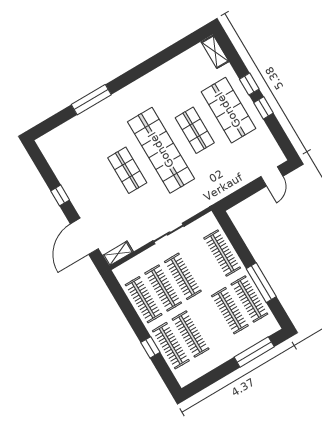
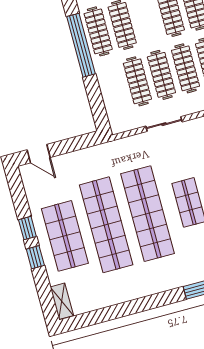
shop shelf: (195, 130) -> (106, 225), width x2.00, depth x1.36
door: (272, 176) -> (39, 154), swing flipped
clothes rail: (222, 253) -> (137, 81), moved
window: (261, 283) -> (81, 45), width x1.46

